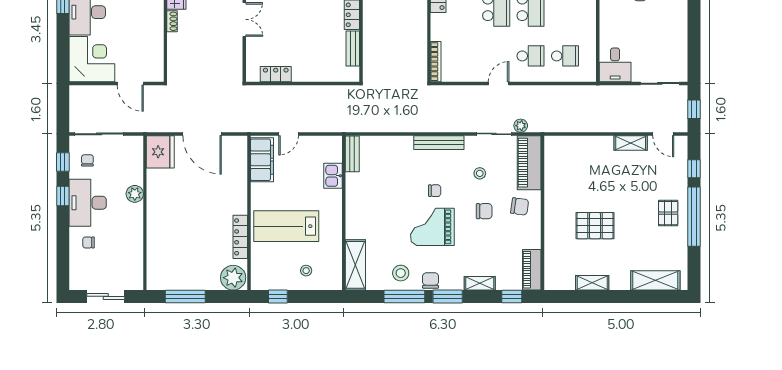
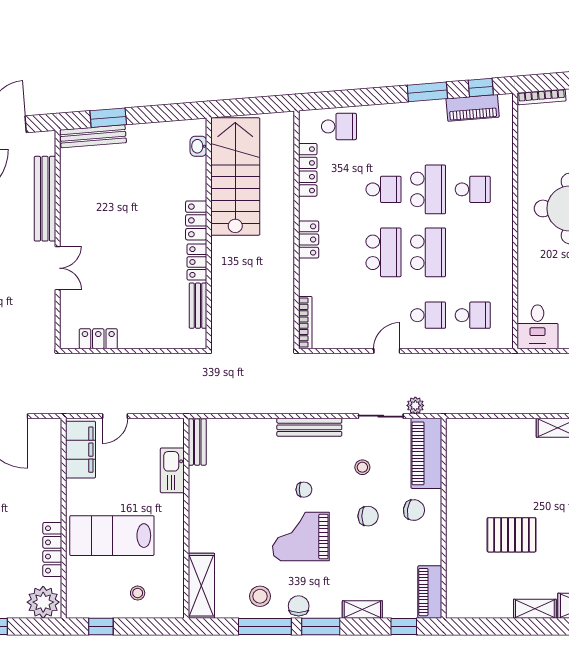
kitchen sink: (333, 176) -> (172, 470), width x1.38
shelving: (592, 283) -> (535, 609), moved

